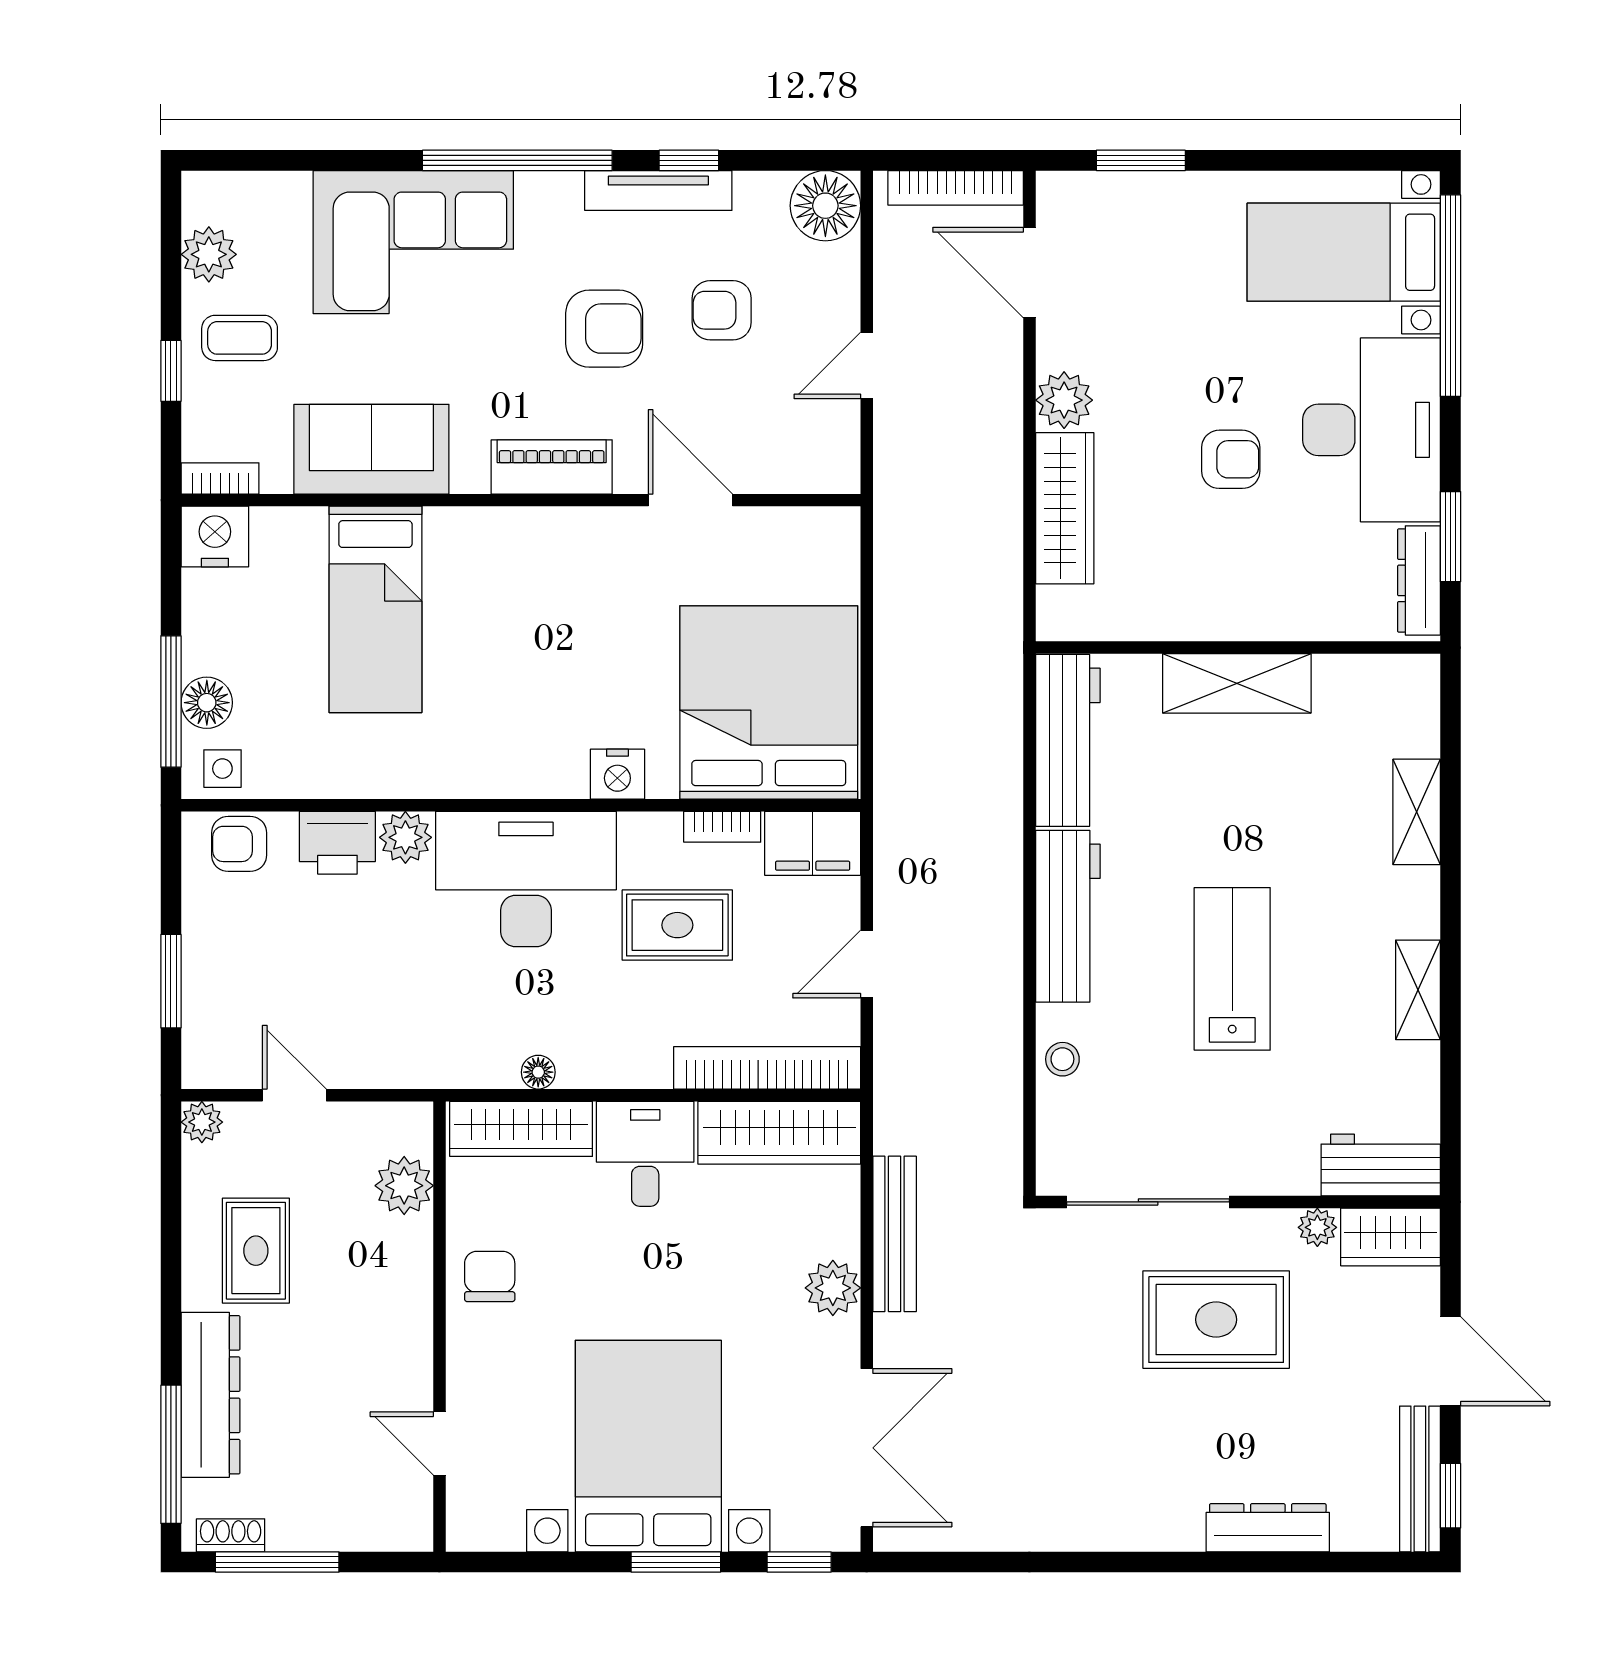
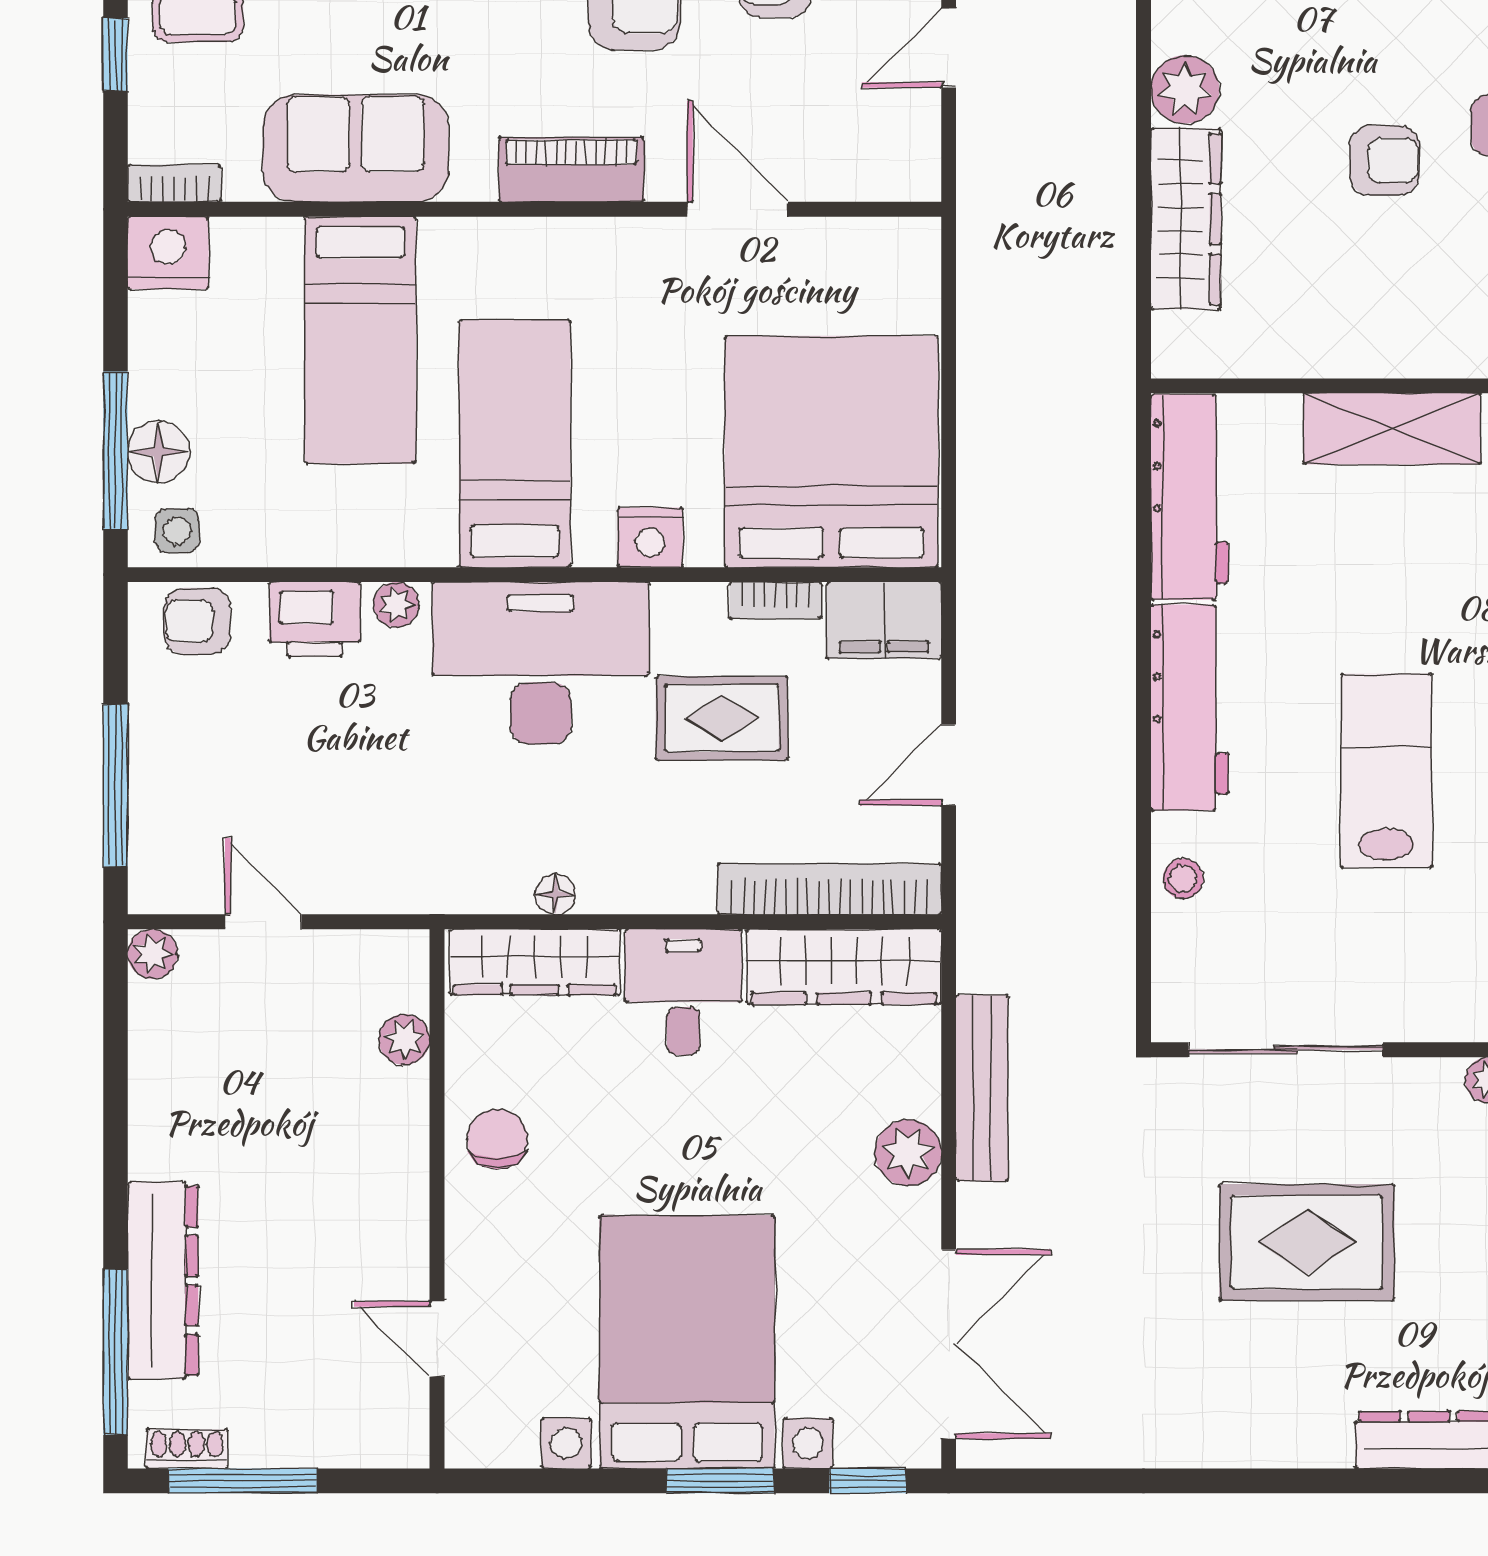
bed: (504, 696) -> (515, 443), added
plant: (405, 837) -> (396, 605), width x0.73, depth x0.73
window: (171, 981) -> (115, 785), width x1.44
plant: (404, 1186) -> (404, 1040), width x0.73, depth x0.73
rug: (256, 1251) -> (217, 1108), removed
rug: (1216, 1320) -> (1307, 1242), moved

